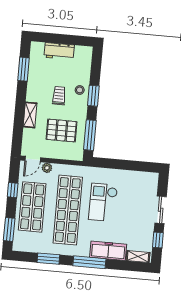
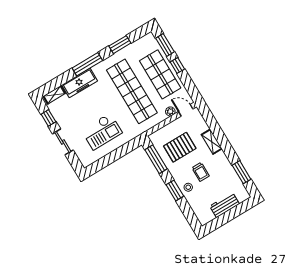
door: (33, 159) -> (186, 110), hinge flipped
window: (13, 190) -> (177, 65), moved
checkout: (103, 202) -> (102, 131), moved, turned 90

